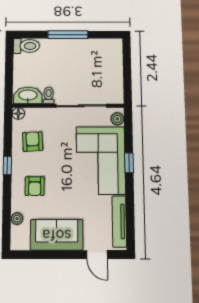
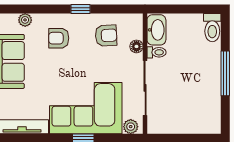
floor lamp: (18, 114) -> (136, 46), moved

